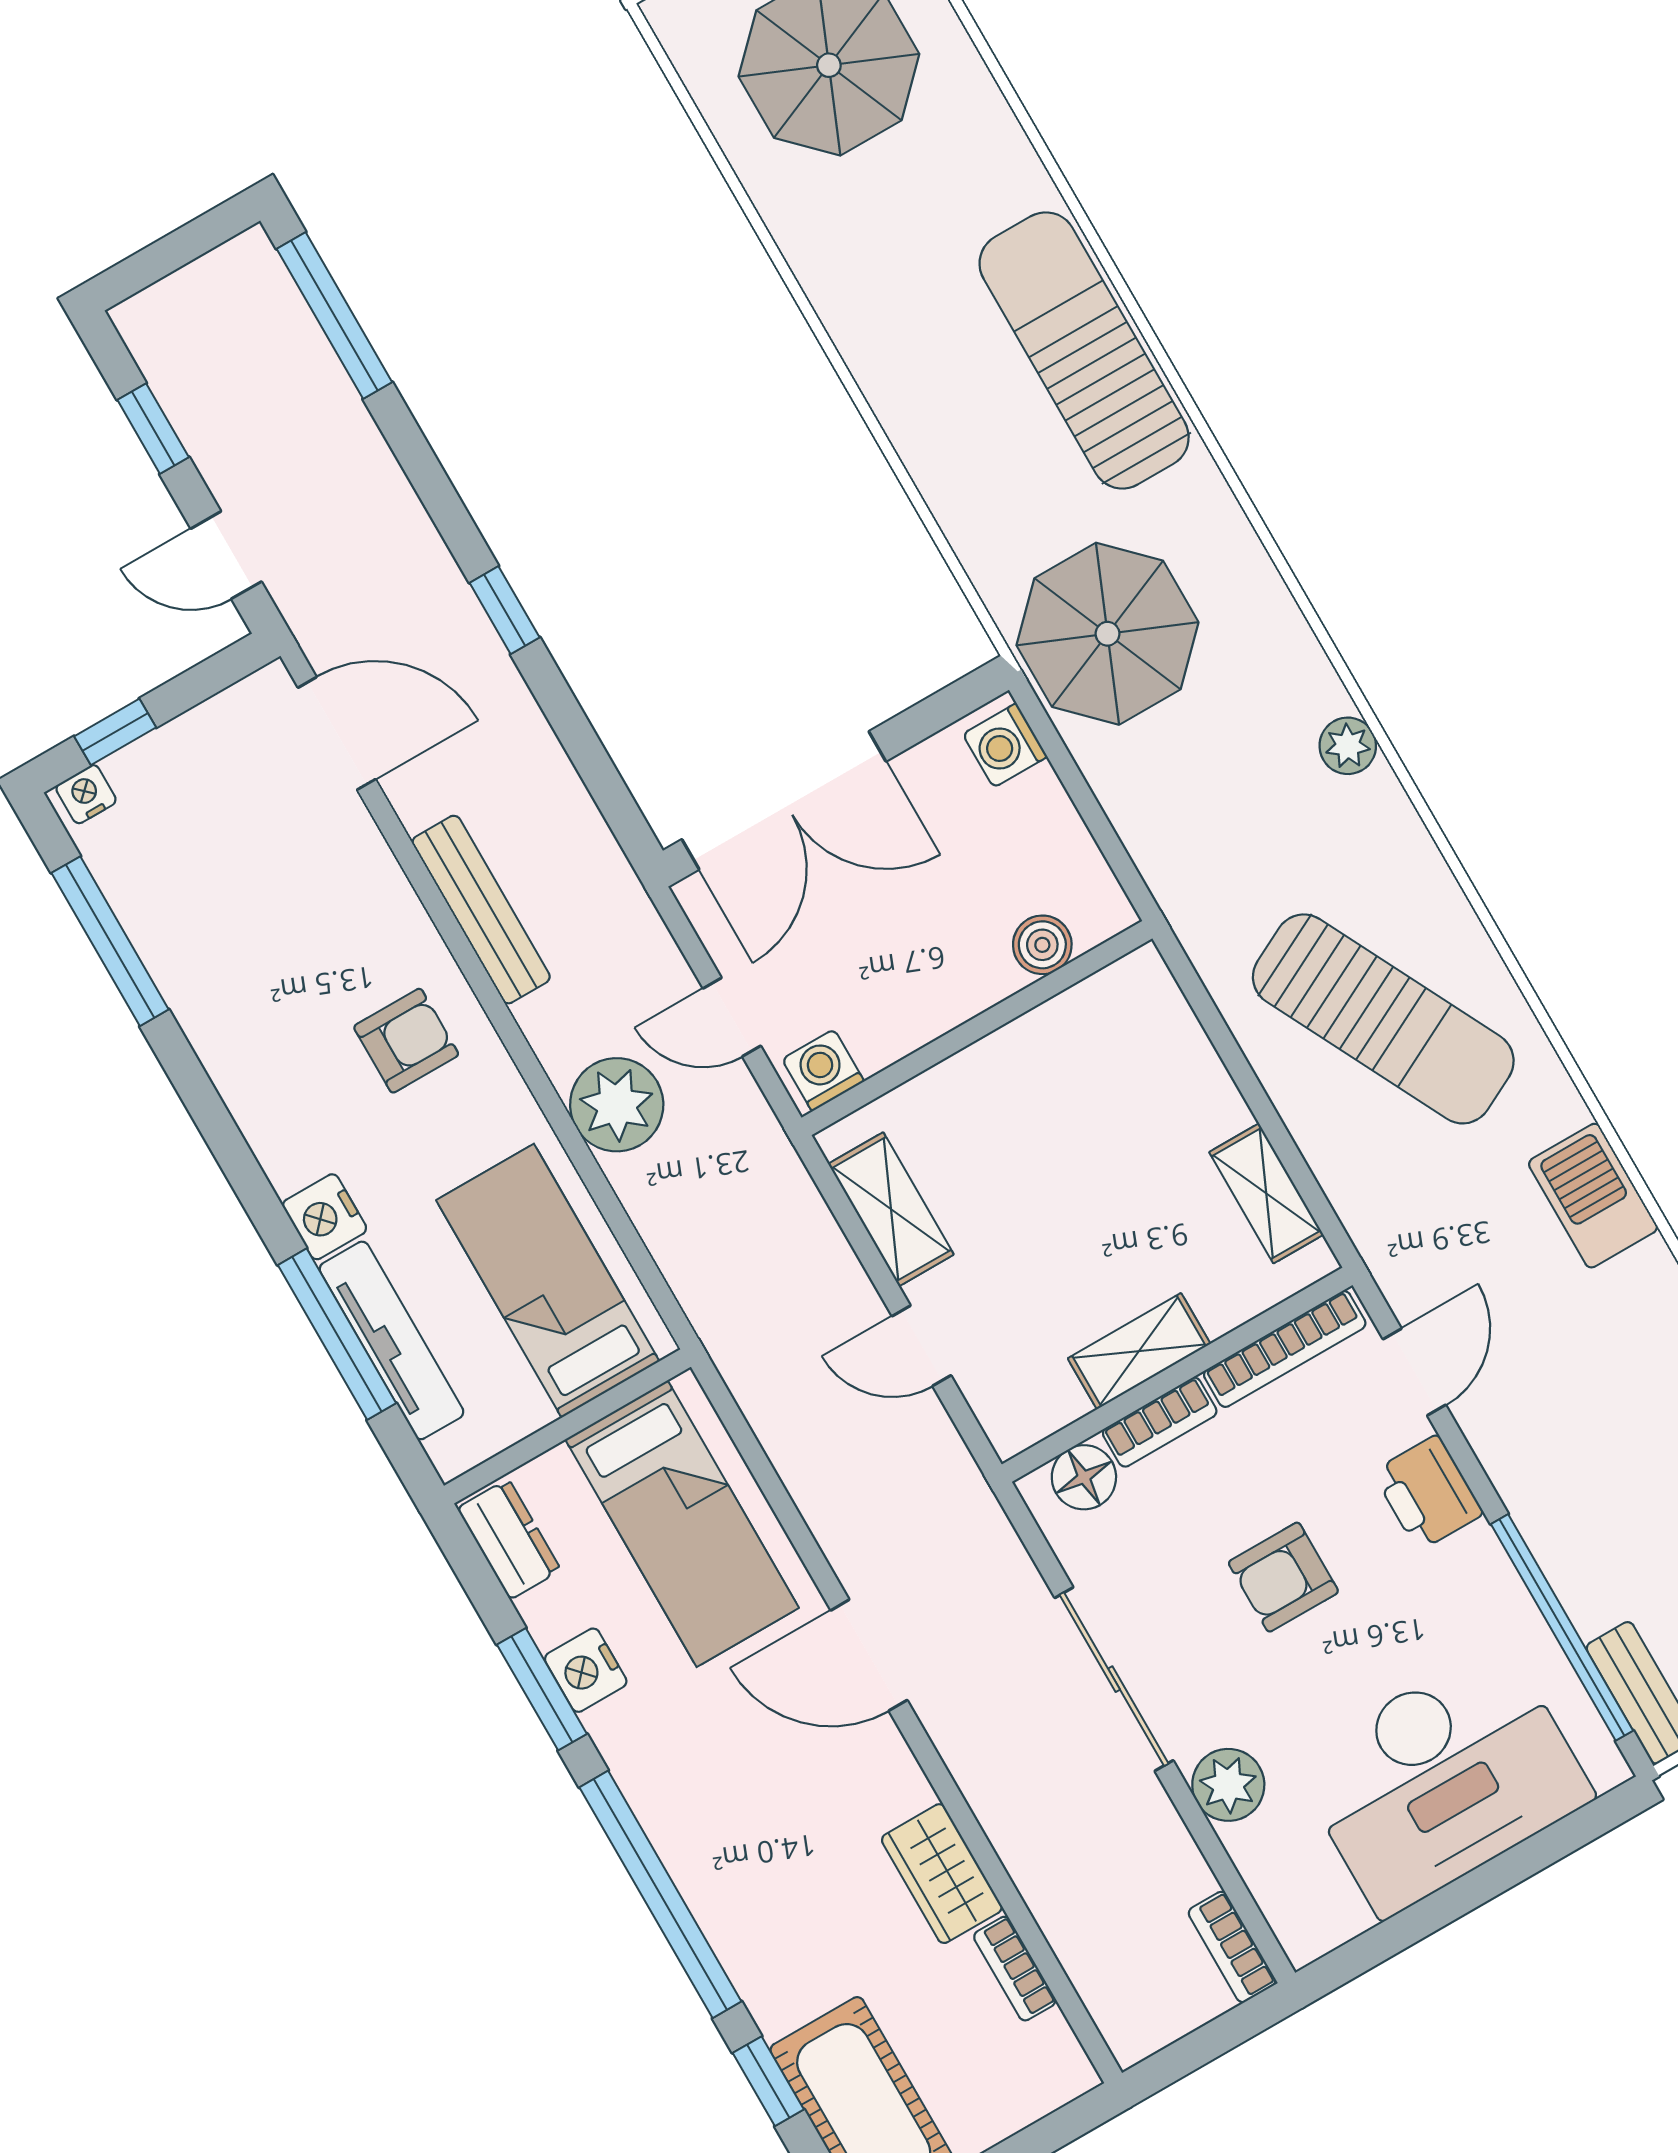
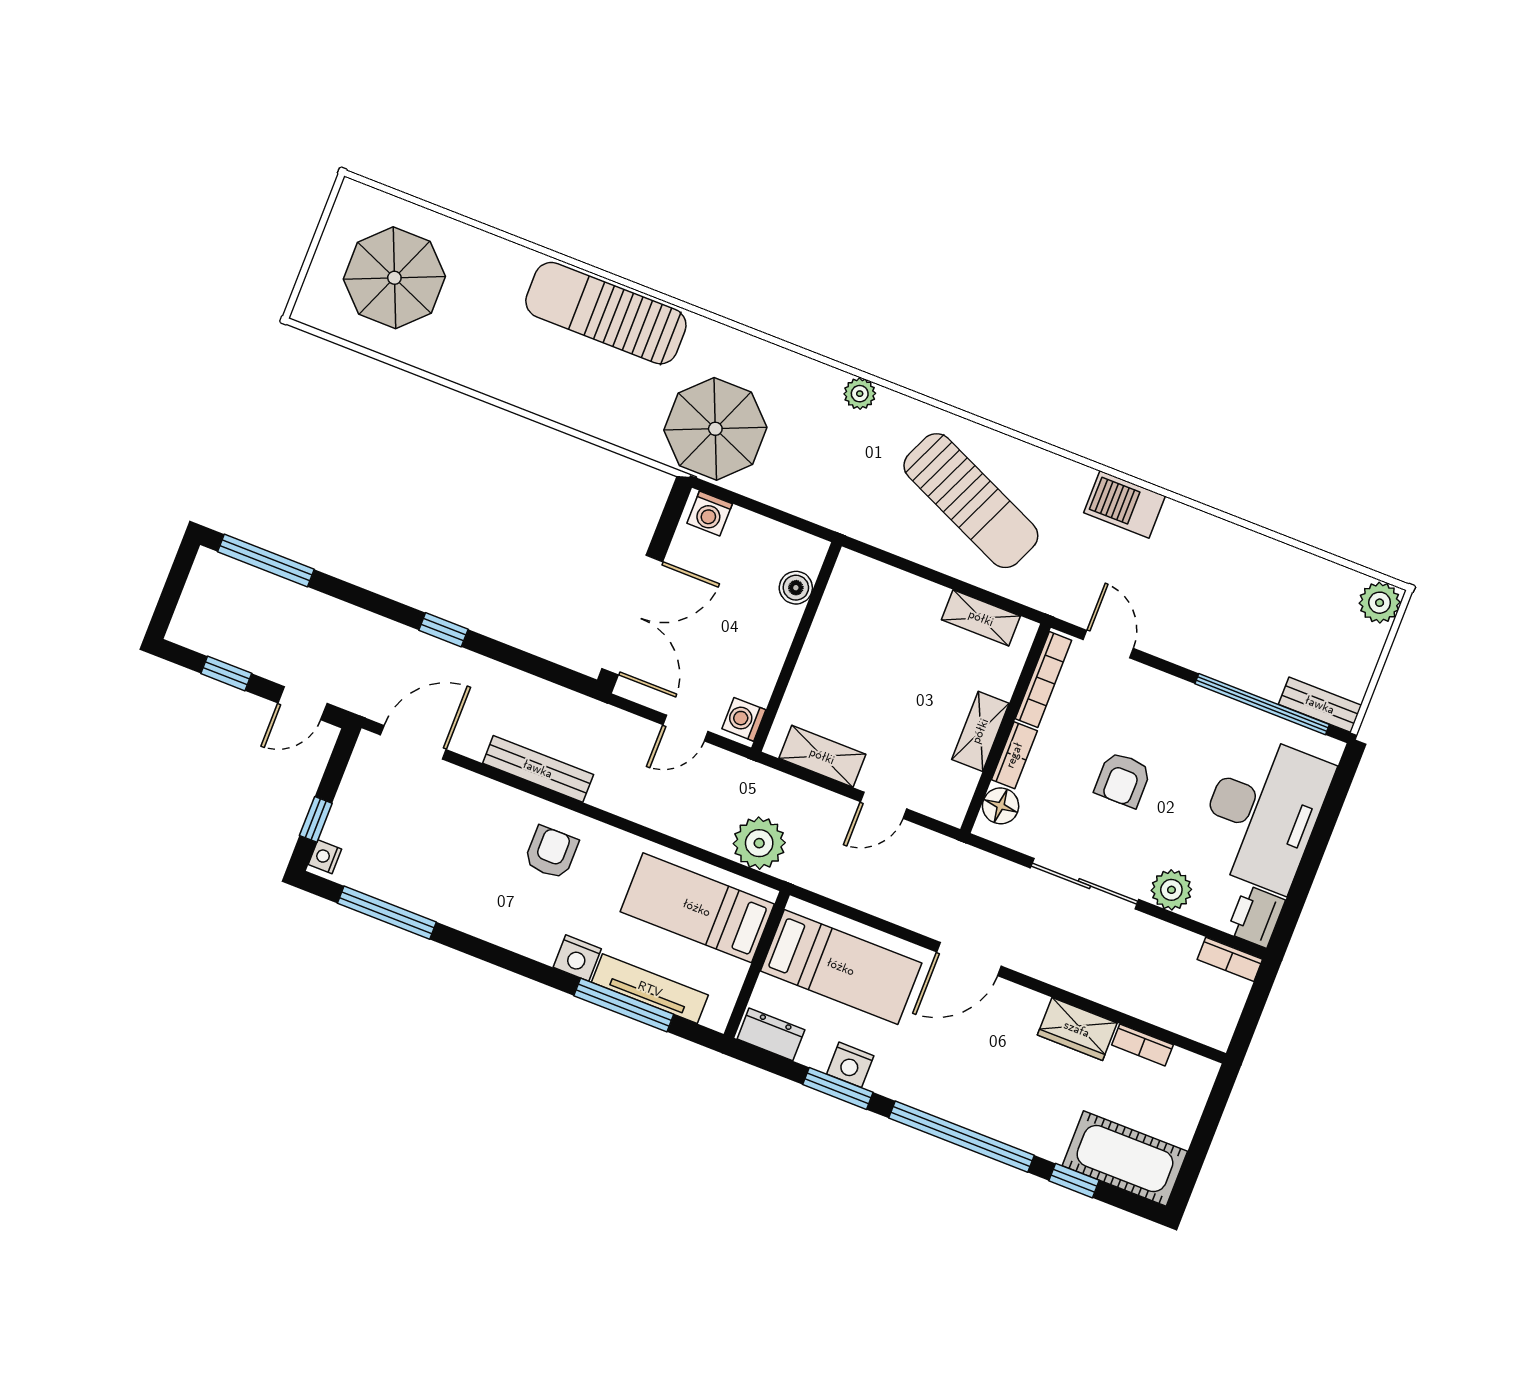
sun lounger: (1383, 1019) -> (971, 501), turned 51
plant: (617, 1105) -> (759, 843), moved
printer: (1428, 1493) -> (1256, 916), moved, turned 90

